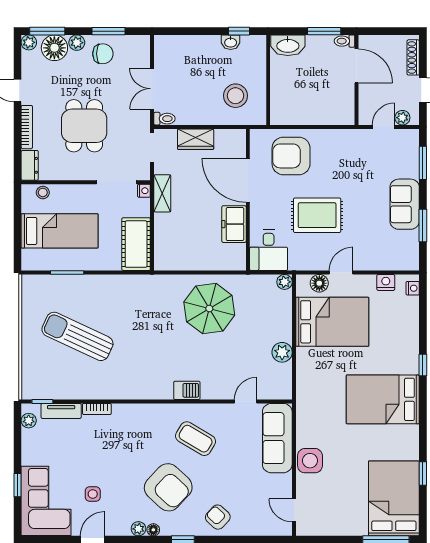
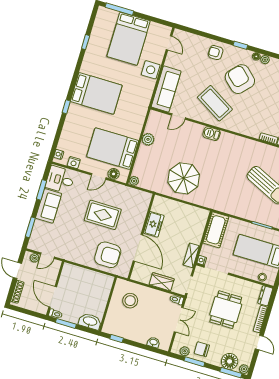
washbasin: (231, 42) -> (153, 342), moved
plant: (77, 43) -> (185, 351), moved
desk: (269, 250) -> (60, 180), moved, turned -90
coffee table: (196, 439) -> (215, 103), width x1.36, depth x1.32
bed: (394, 498) -> (129, 39), moved
armchair: (218, 517) -> (216, 53), turned 137

